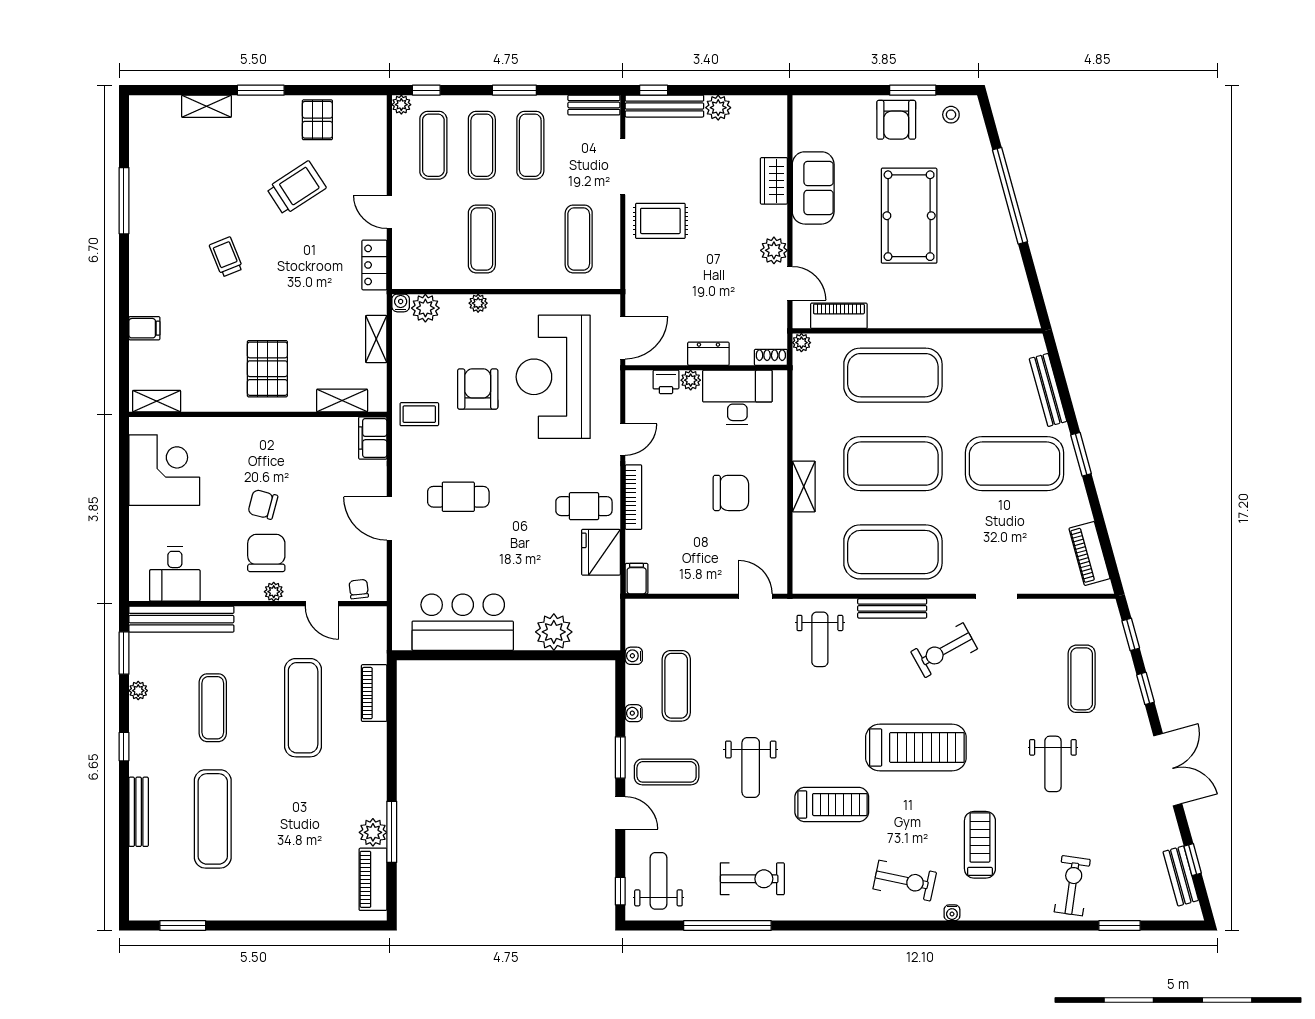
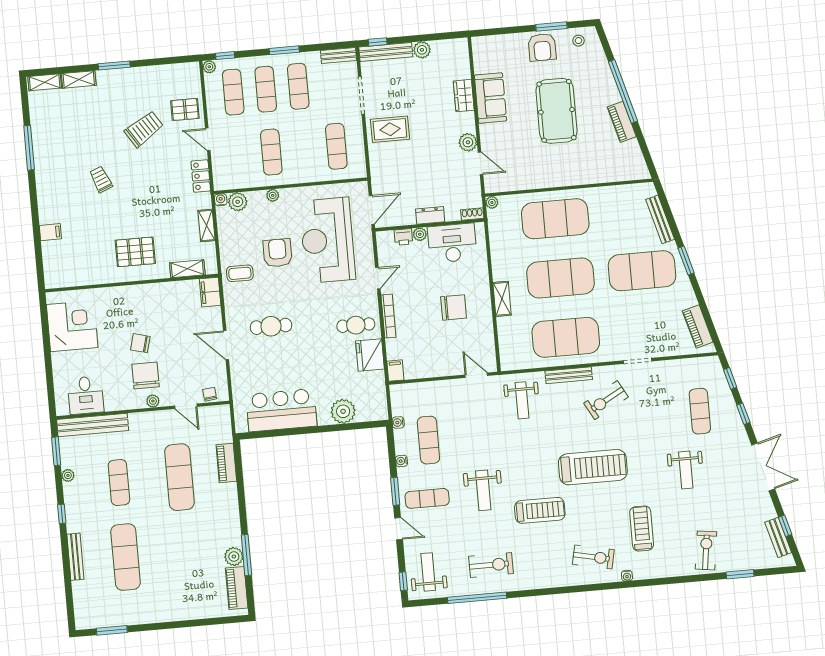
pallet: (317, 120) -> (185, 109), moved, turned 90
piano: (839, 316) -> (622, 122), moved, turned -105
pallet: (267, 369) -> (135, 252), turned 90
shelving: (157, 401) -> (45, 82), moved

